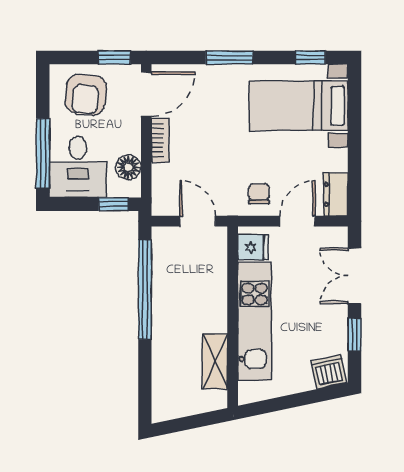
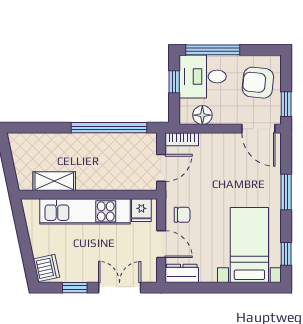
bookcase: (160, 140) -> (182, 139), moved
window: (114, 204) -> (174, 82), moved

